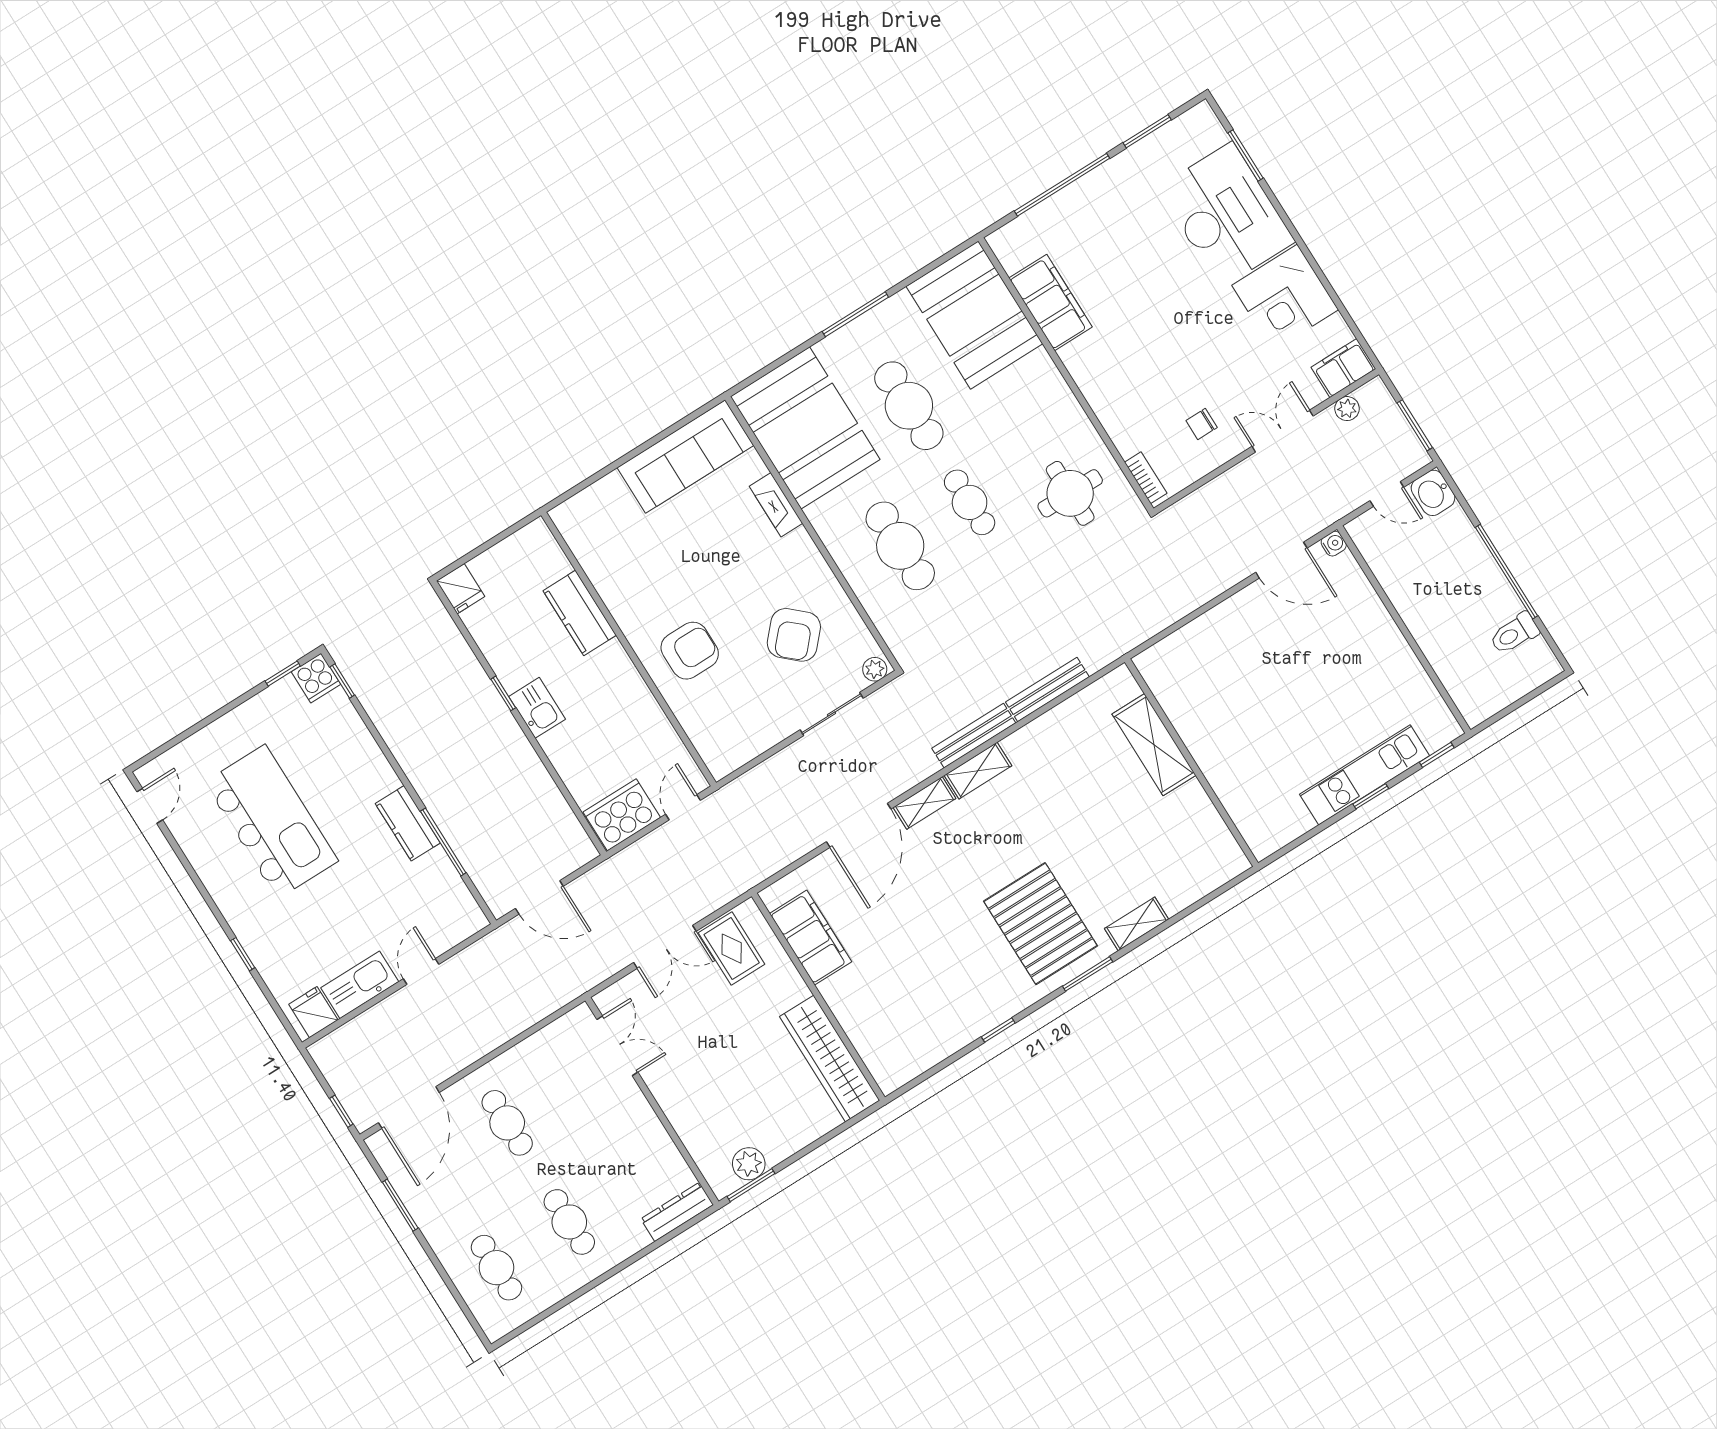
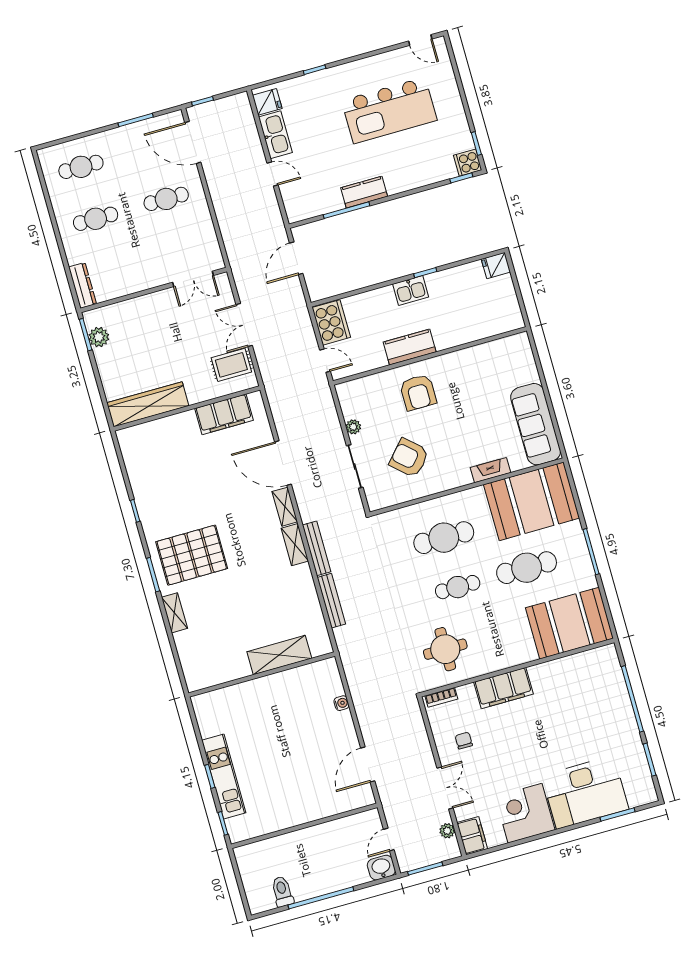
filing cabinet: (1051, 303) -> (504, 688), moved
water cooler: (1334, 544) -> (341, 703), moved, turned -90
kitchen counter: (580, 613) -> (410, 347), moved
plant: (875, 669) -> (353, 427), moved

